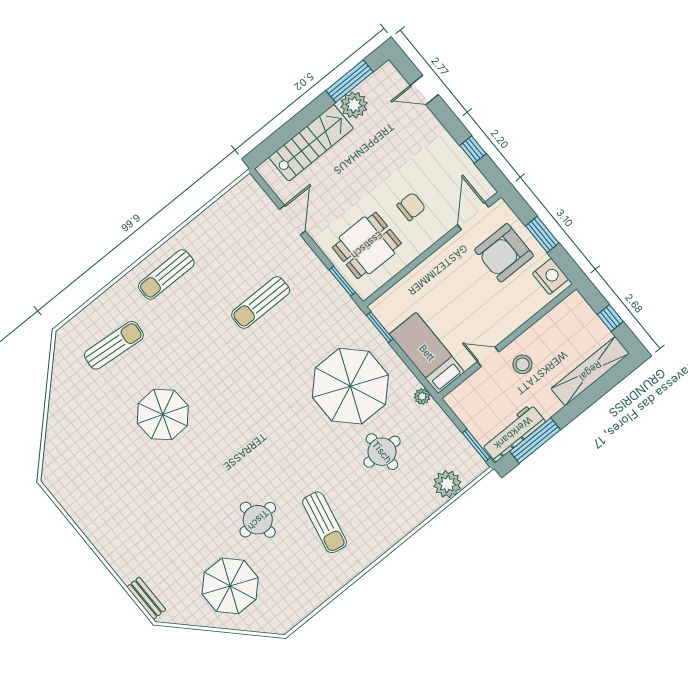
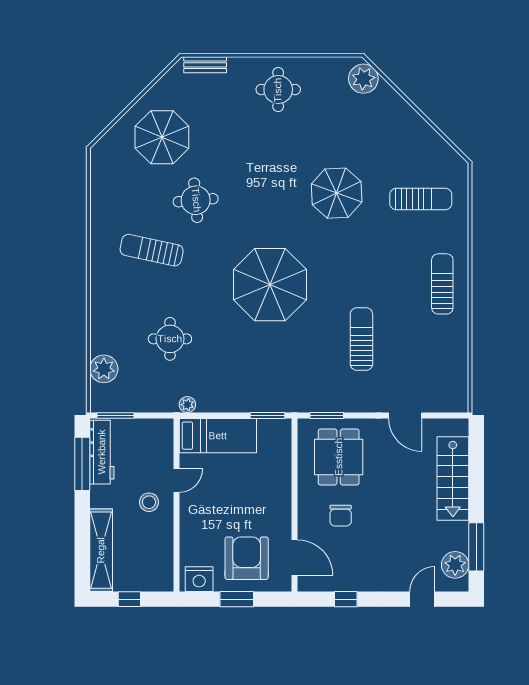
plant: (354, 105) -> (455, 565), moved
sun lounger: (114, 345) -> (421, 199), turned -95
parasol: (350, 386) -> (270, 285), moved
plant: (57, 466) -> (363, 79), added
round table: (119, 526) -> (278, 90), added

